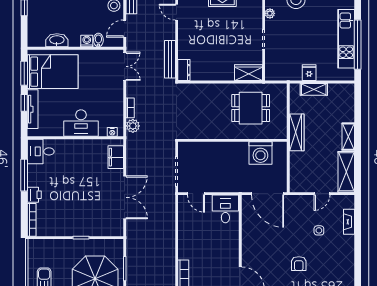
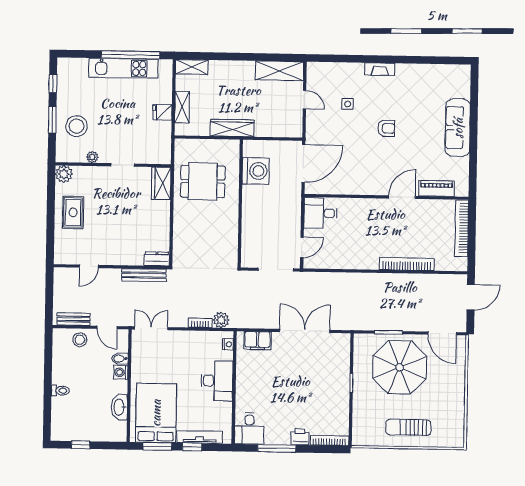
dining table: (251, 108) -> (203, 181), turned 90
shelving: (348, 137) -> (192, 67), moved
fireplace: (349, 222) -> (380, 69), moved

